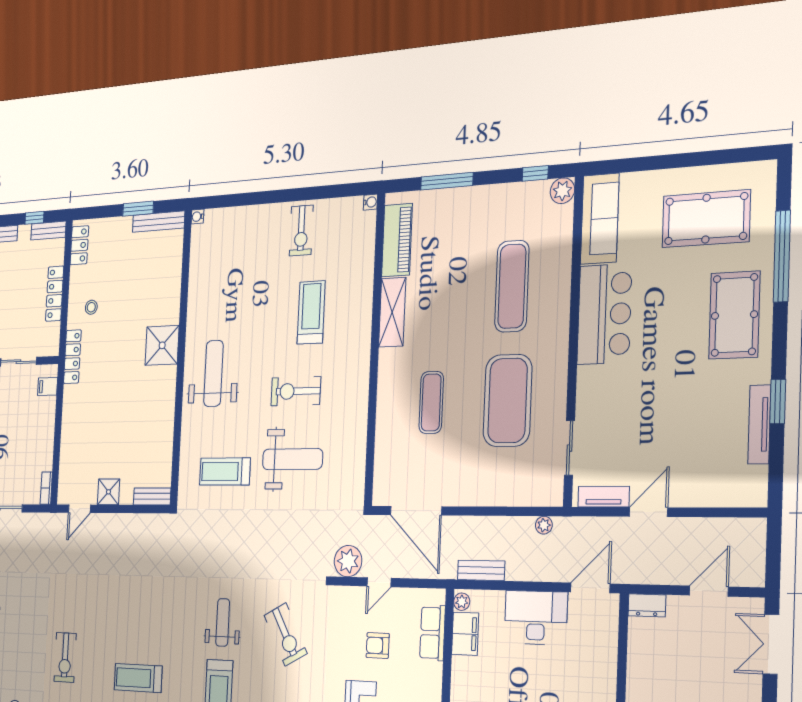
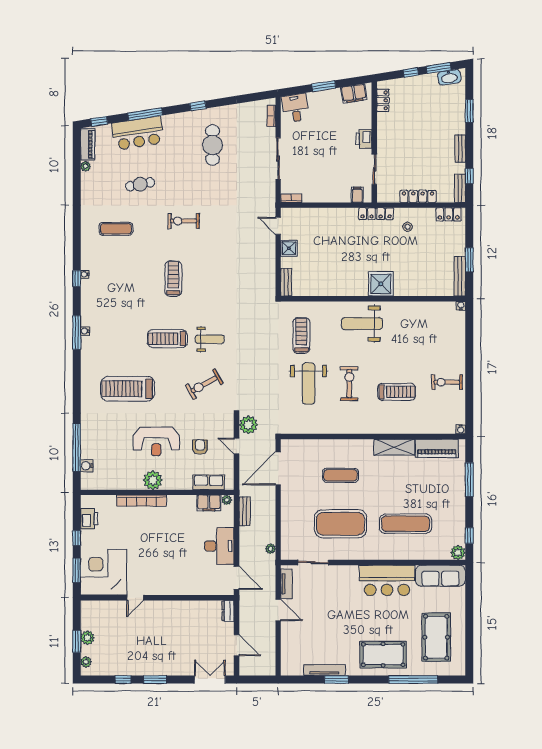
weight bench: (213, 373) -> (362, 324), turned 180

